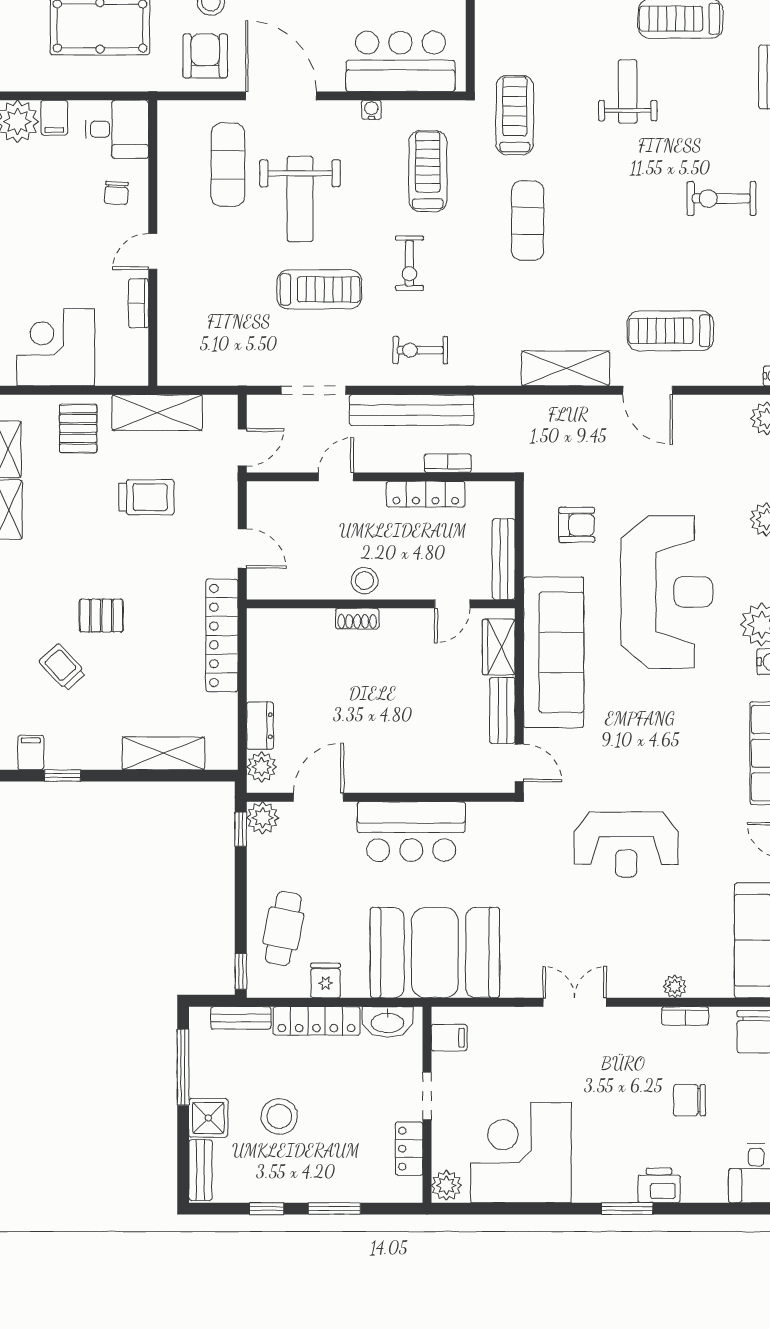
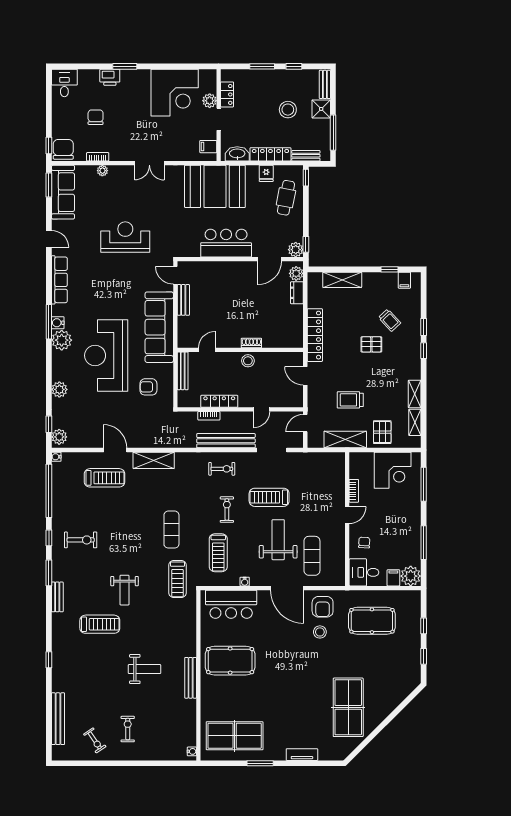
wardrobe: (499, 647) -> (185, 330), removed
chair: (689, 1100) -> (96, 117), turned -90
plant: (446, 1185) -> (210, 101), moved

